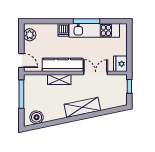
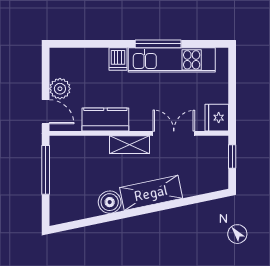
plant: (30, 35) -> (60, 89), moved
kitchen counter: (63, 65) -> (105, 119), width x0.67
shelving: (59, 79) -> (130, 145), moved
boiler: (36, 117) -> (110, 202), moved

